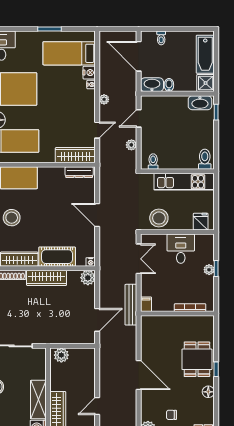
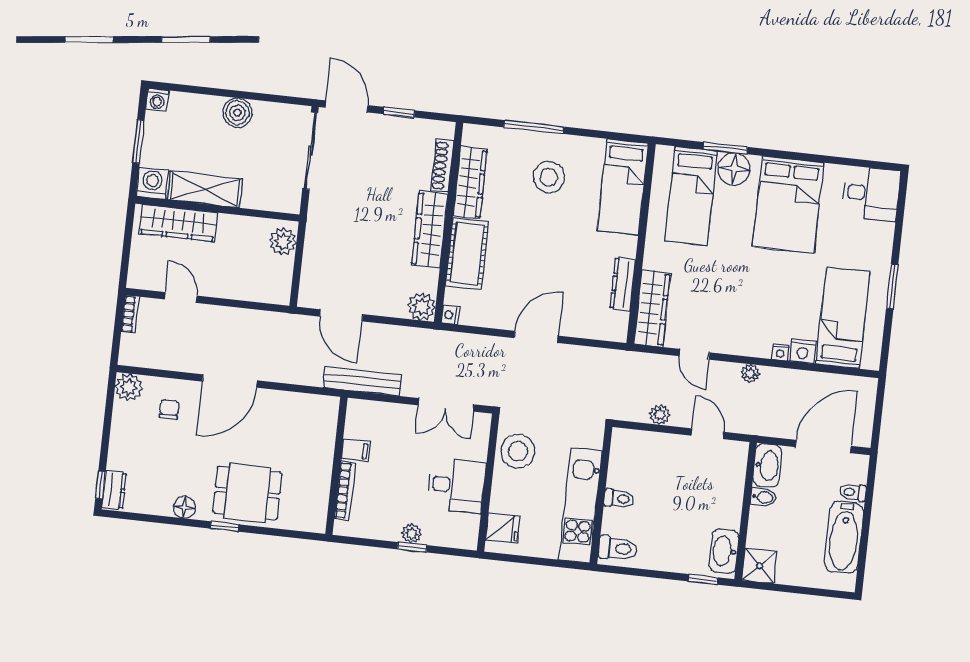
bathtub: (205, 54) -> (844, 537), moved, turned -90
toilet: (153, 162) -> (619, 499), moved
dresser: (79, 172) -> (623, 284), moved
filing cabinet: (146, 304) -> (356, 450), moved
chair: (171, 415) -> (169, 409), moved

